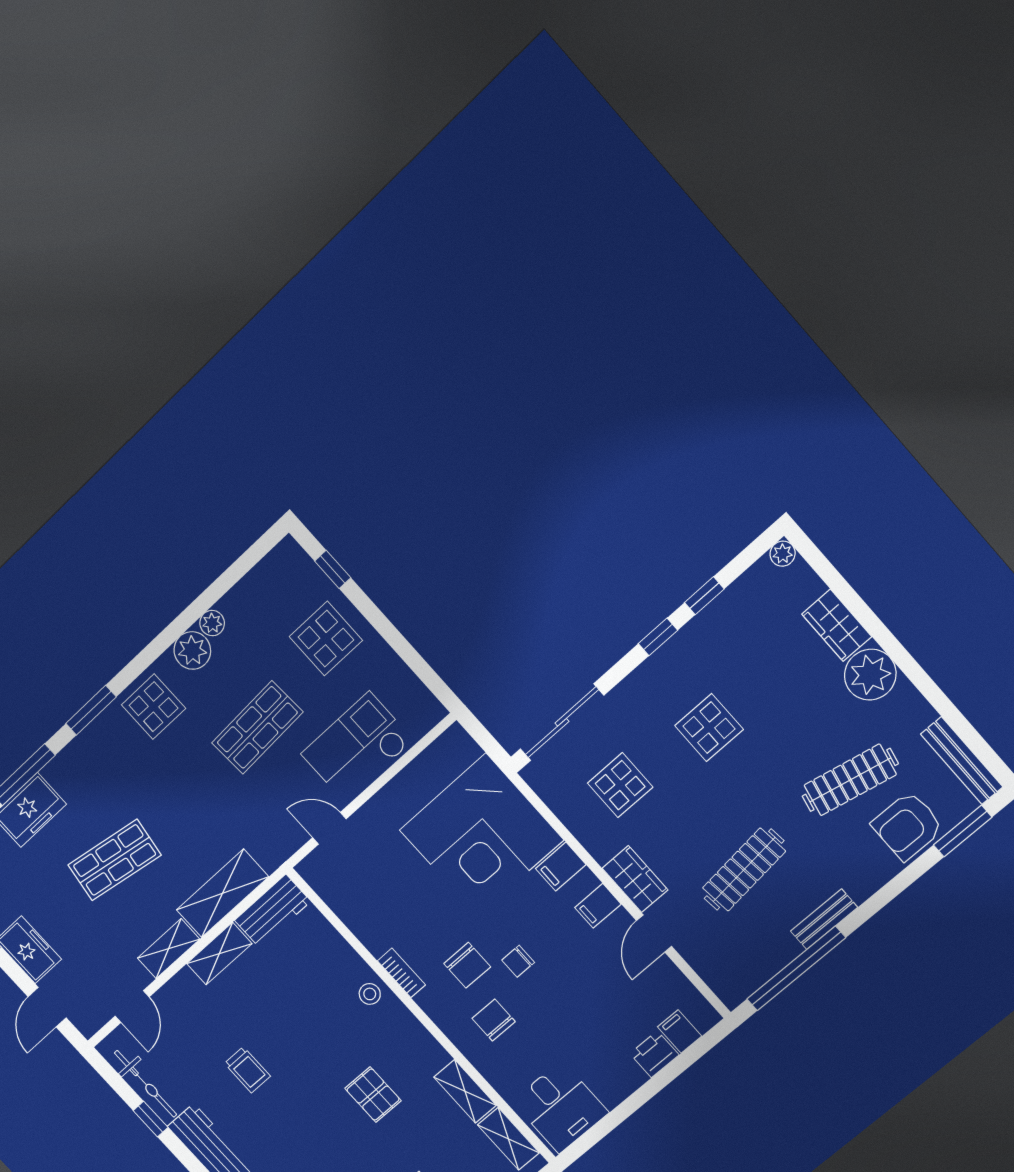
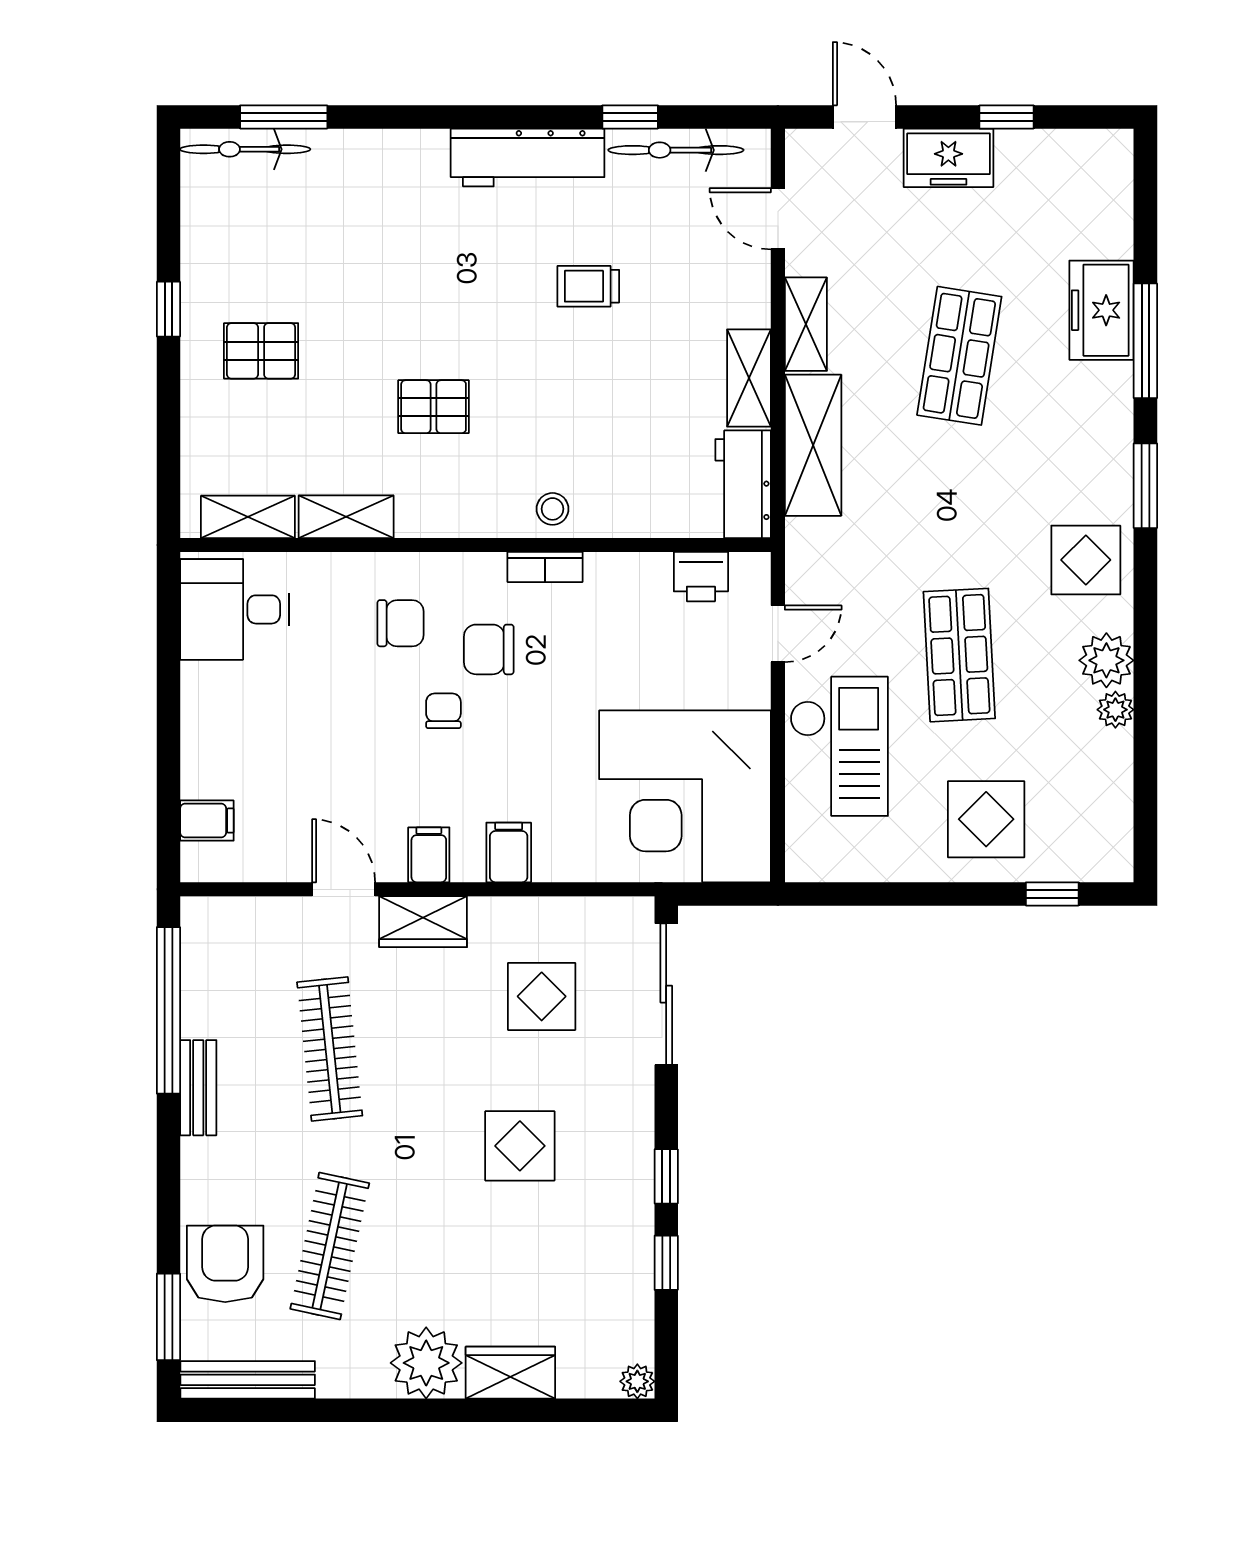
corner desk: (481, 835) -> (685, 796), moved, turned -90
printer: (654, 1054) -> (701, 577), moved, turned 90

